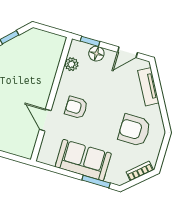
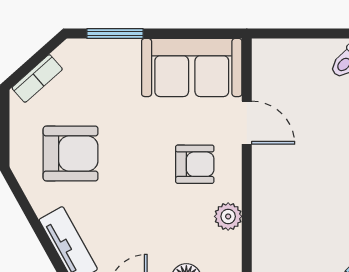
plant: (71, 64) -> (228, 216), moved
sofa: (83, 160) -> (192, 67), moved

